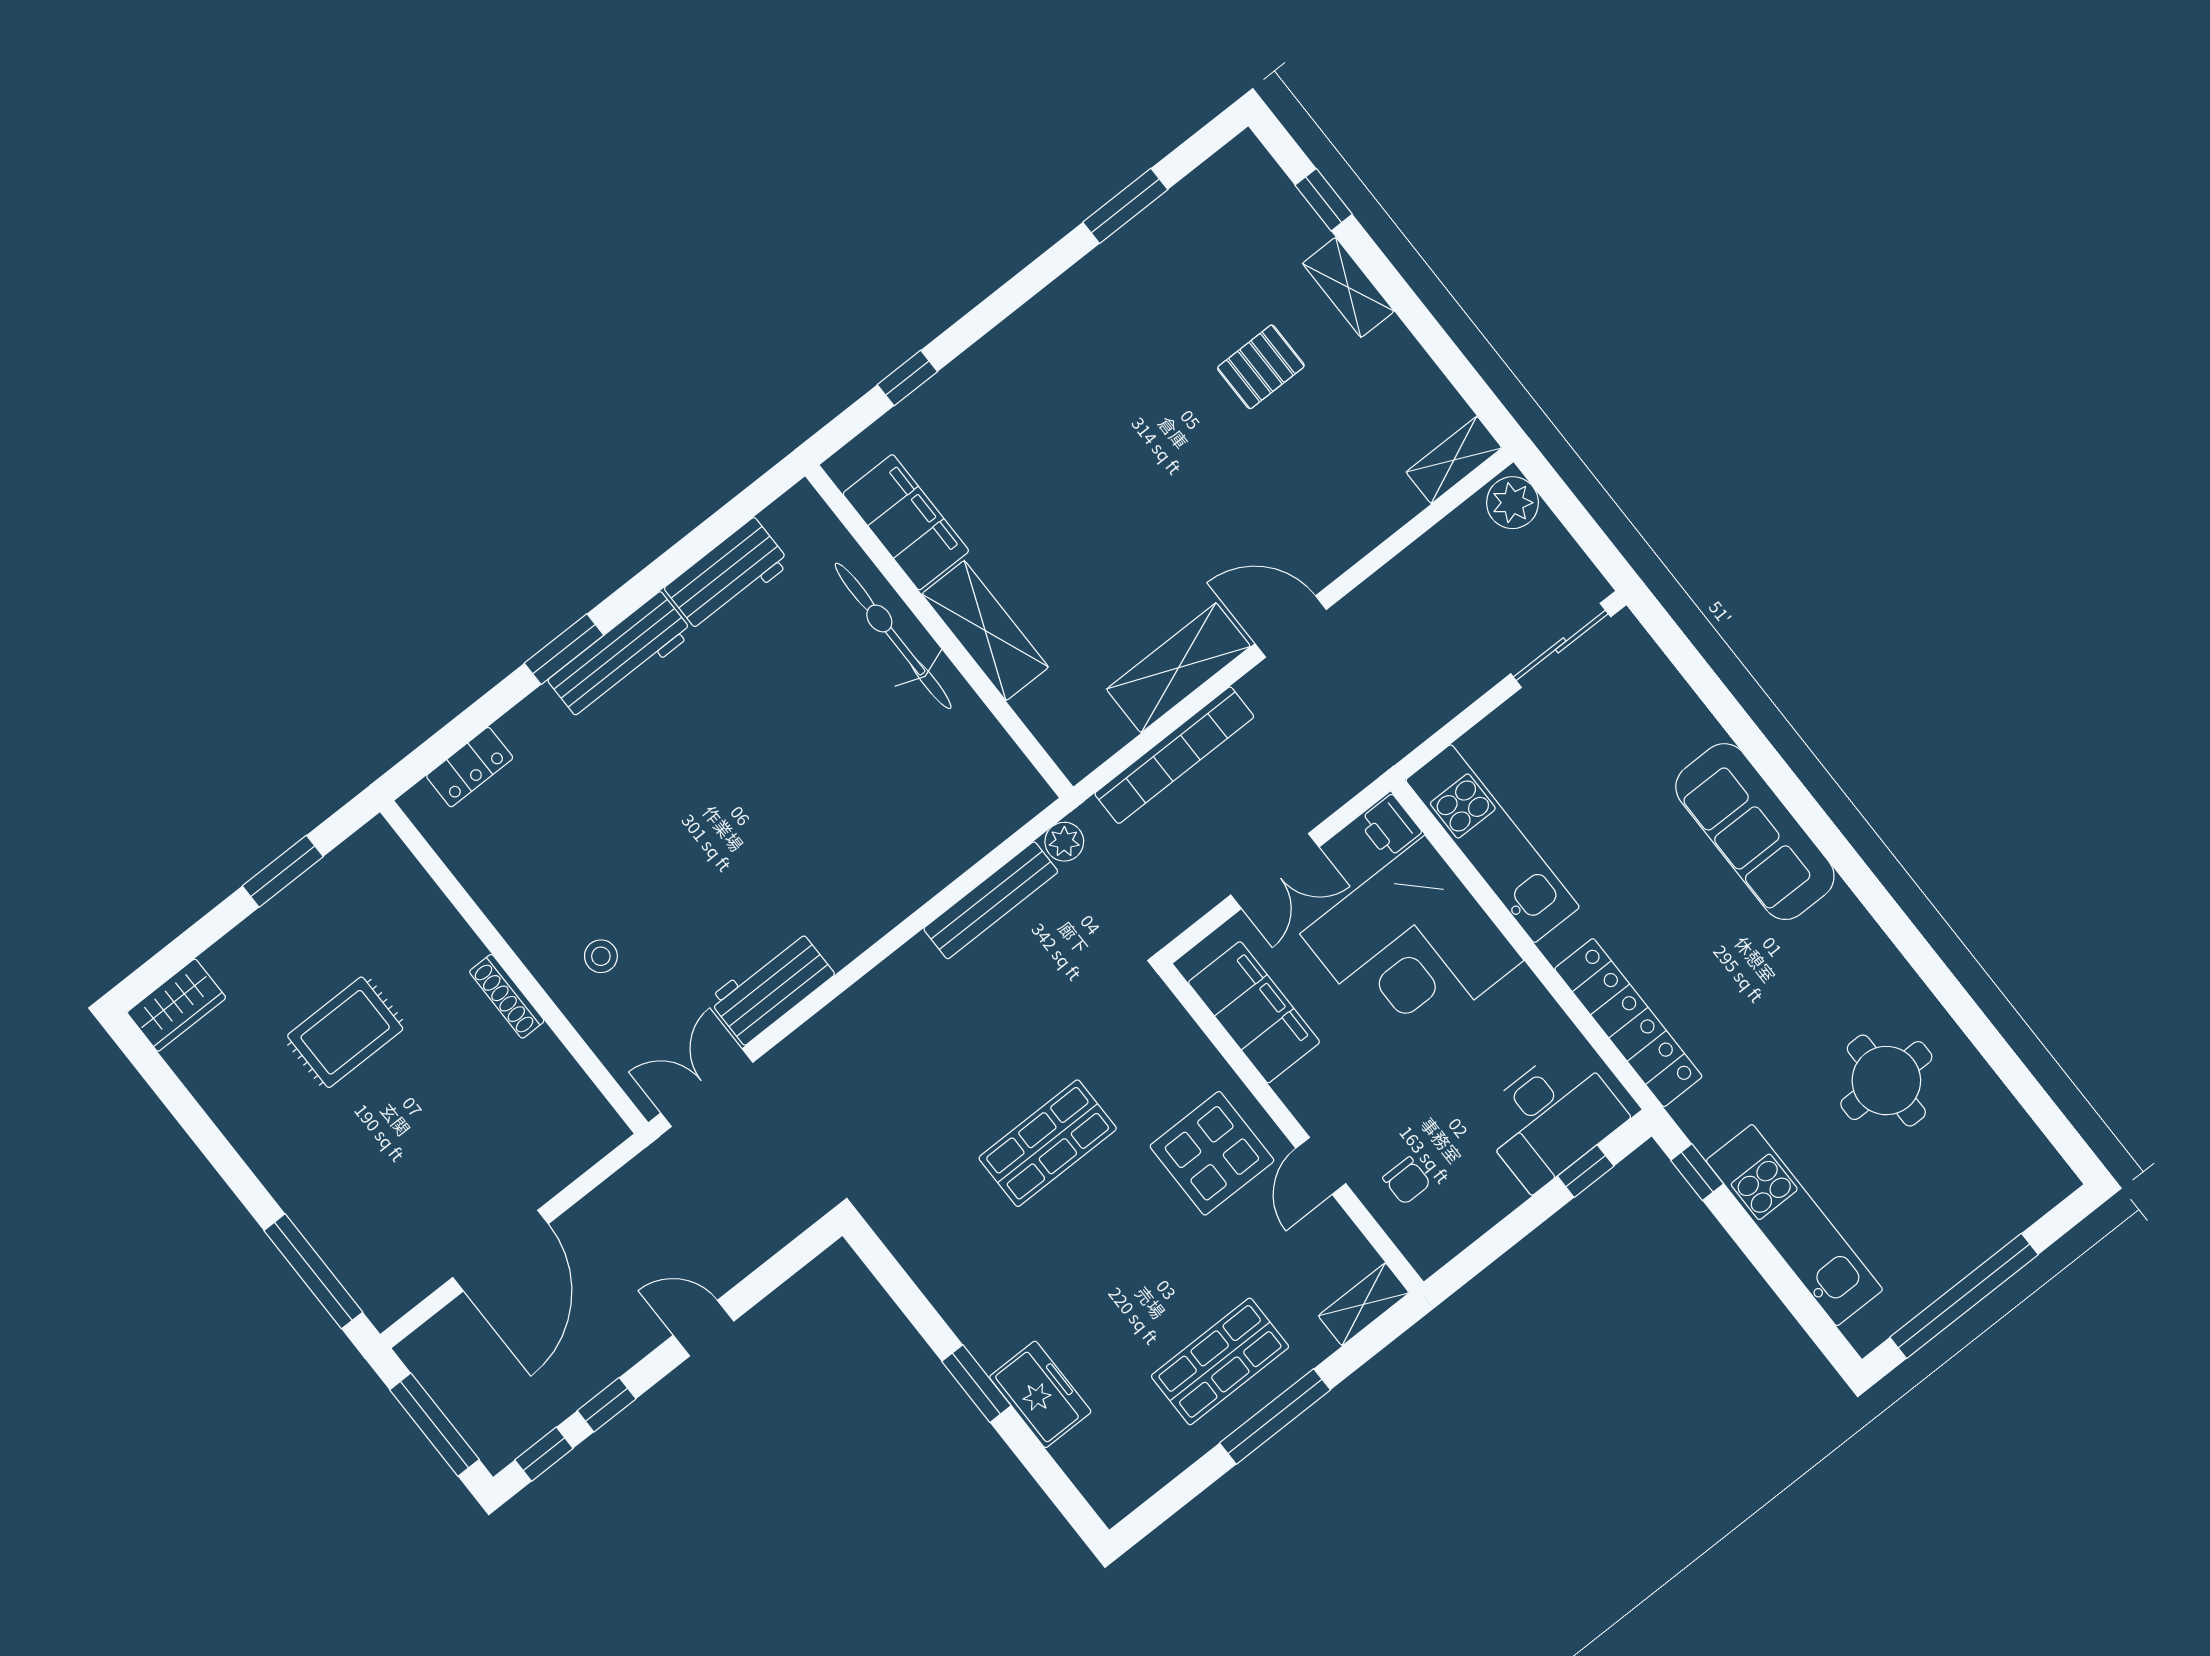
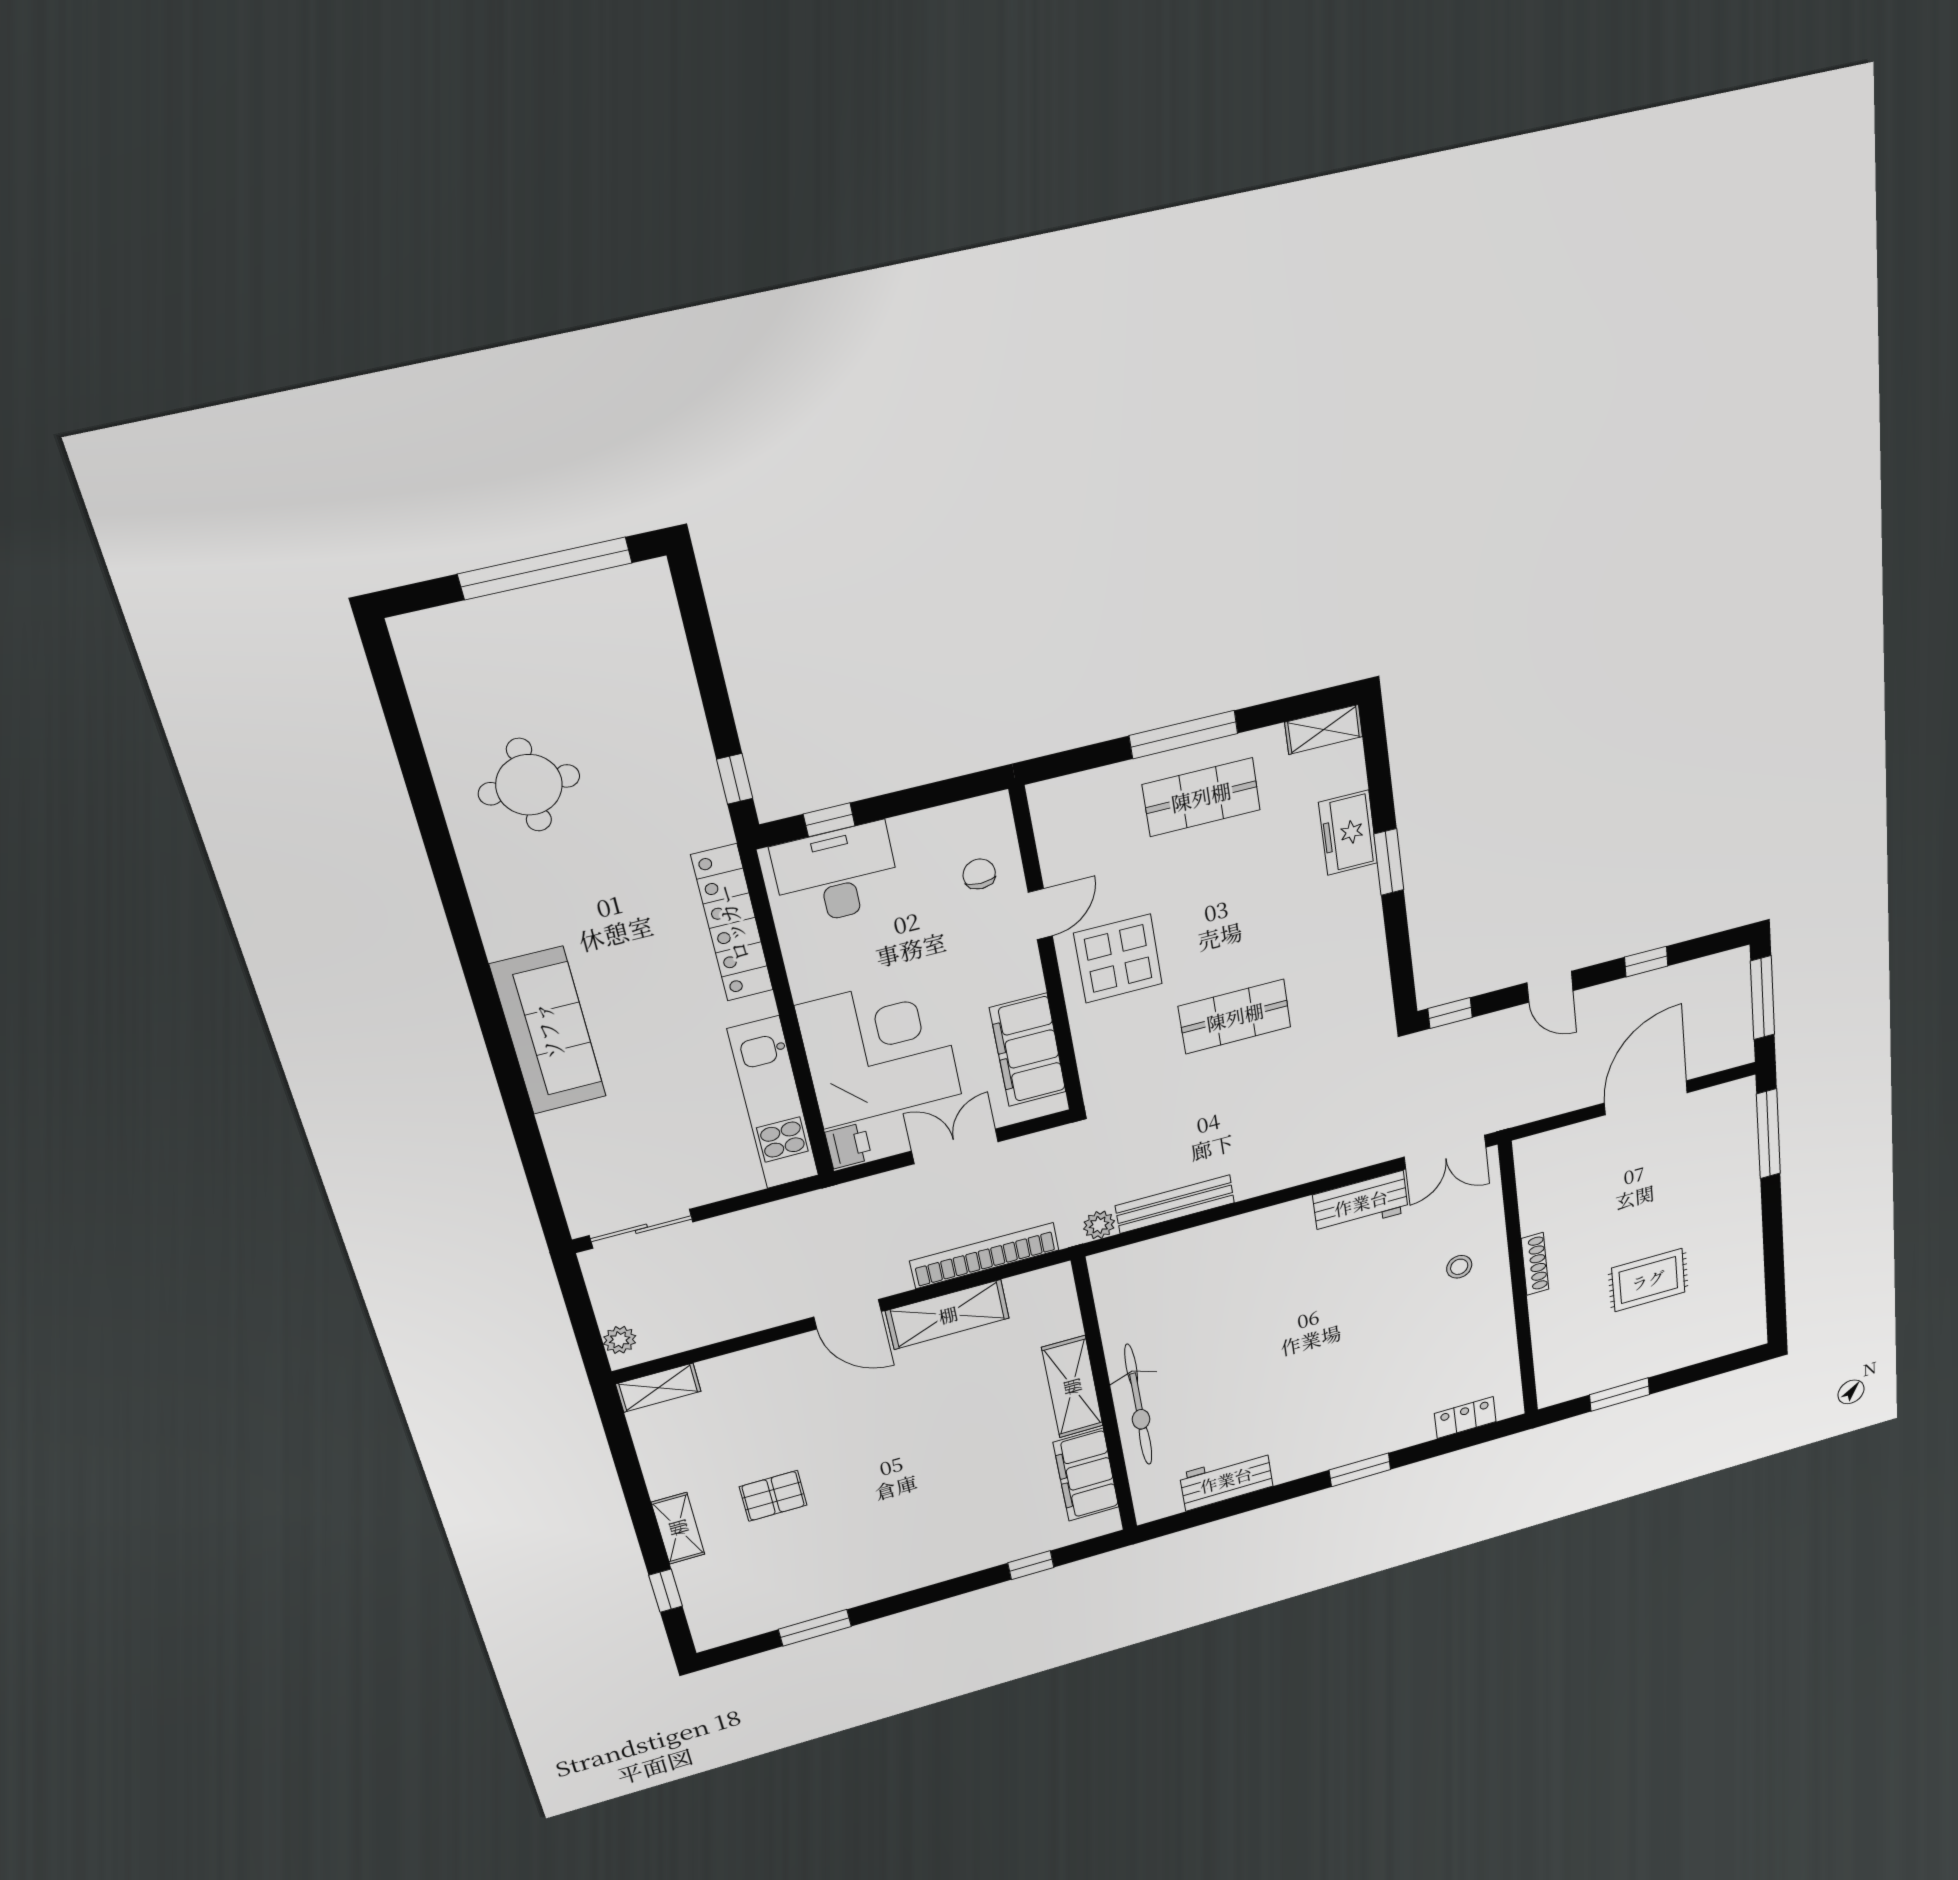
plant: (1513, 503) -> (620, 1340), width x0.73, depth x0.73
workbench: (620, 657) -> (1327, 1453), removed
wardrobe: (176, 1005) -> (1736, 1336), removed
kitchen unit: (1794, 1225) -> (671, 698), removed
shelving: (1364, 1304) -> (1324, 729), moved
window: (544, 1454) -> (1450, 1013), moved

